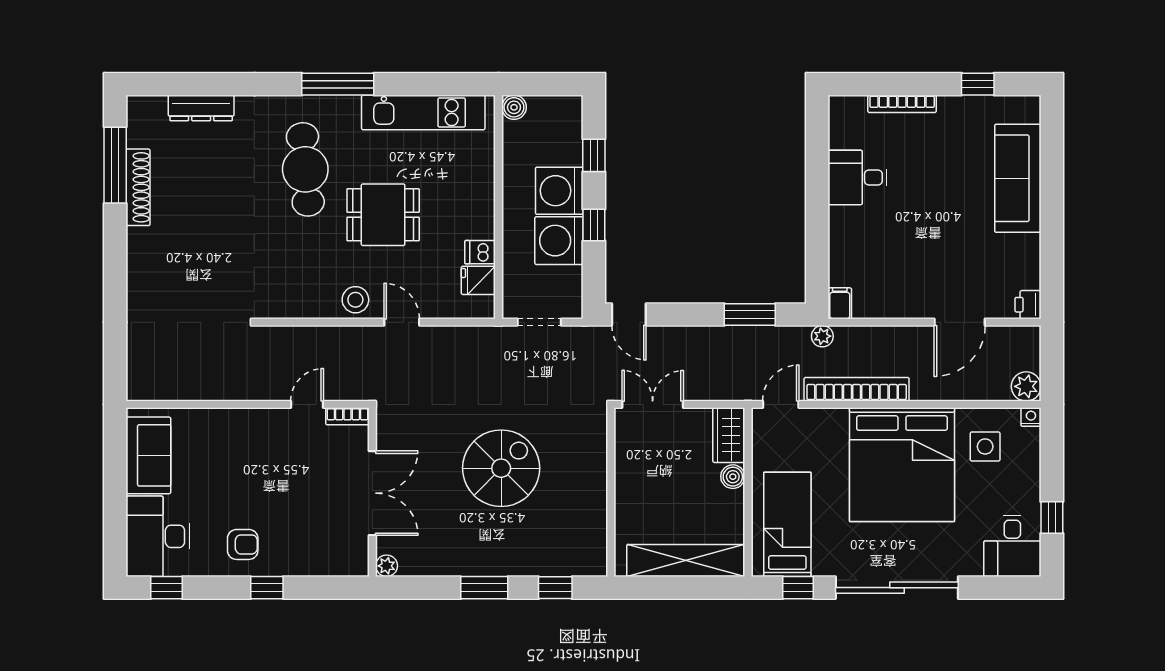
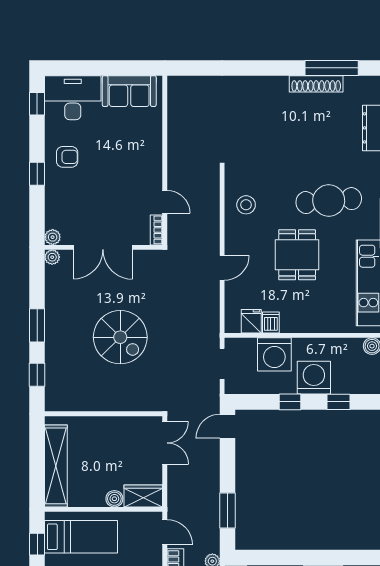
washing machine: (559, 241) -> (274, 354), moved, turned 180
stool: (355, 300) -> (246, 205), moved
armchair: (243, 544) -> (67, 157), turned -90
plant: (358, 565) -> (53, 237), added

